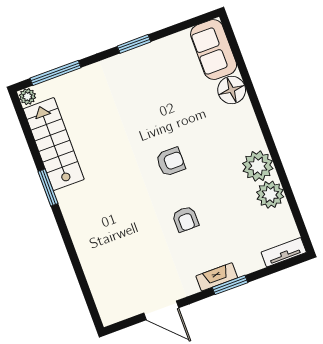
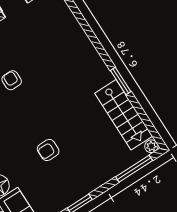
armchair: (171, 162) -> (48, 150), moved

